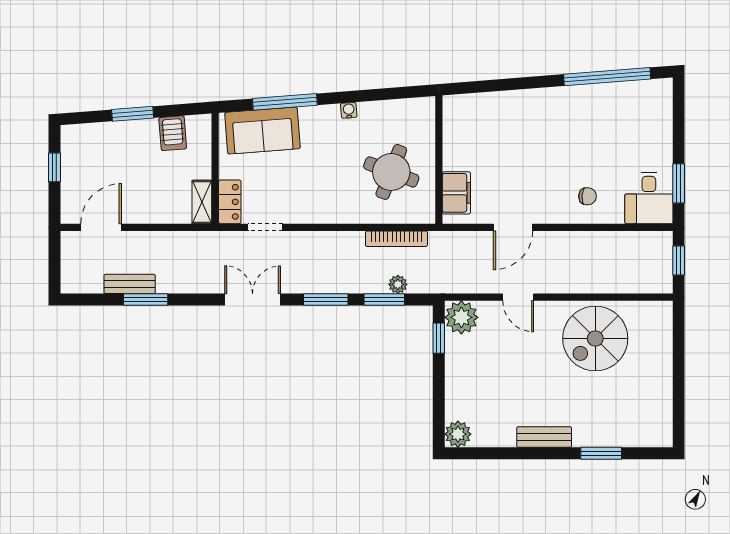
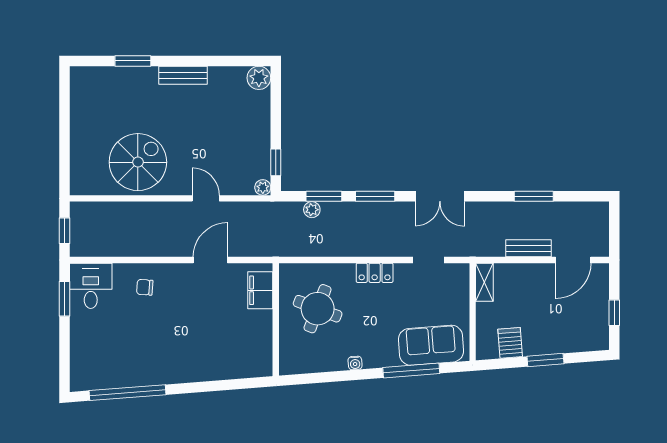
locker: (230, 202) -> (375, 273), moved, turned -90
bookcase: (396, 239) -> (313, 250), removed
bench: (130, 284) -> (528, 248), moved
plant: (461, 317) -> (263, 187), width x0.53, depth x0.53

